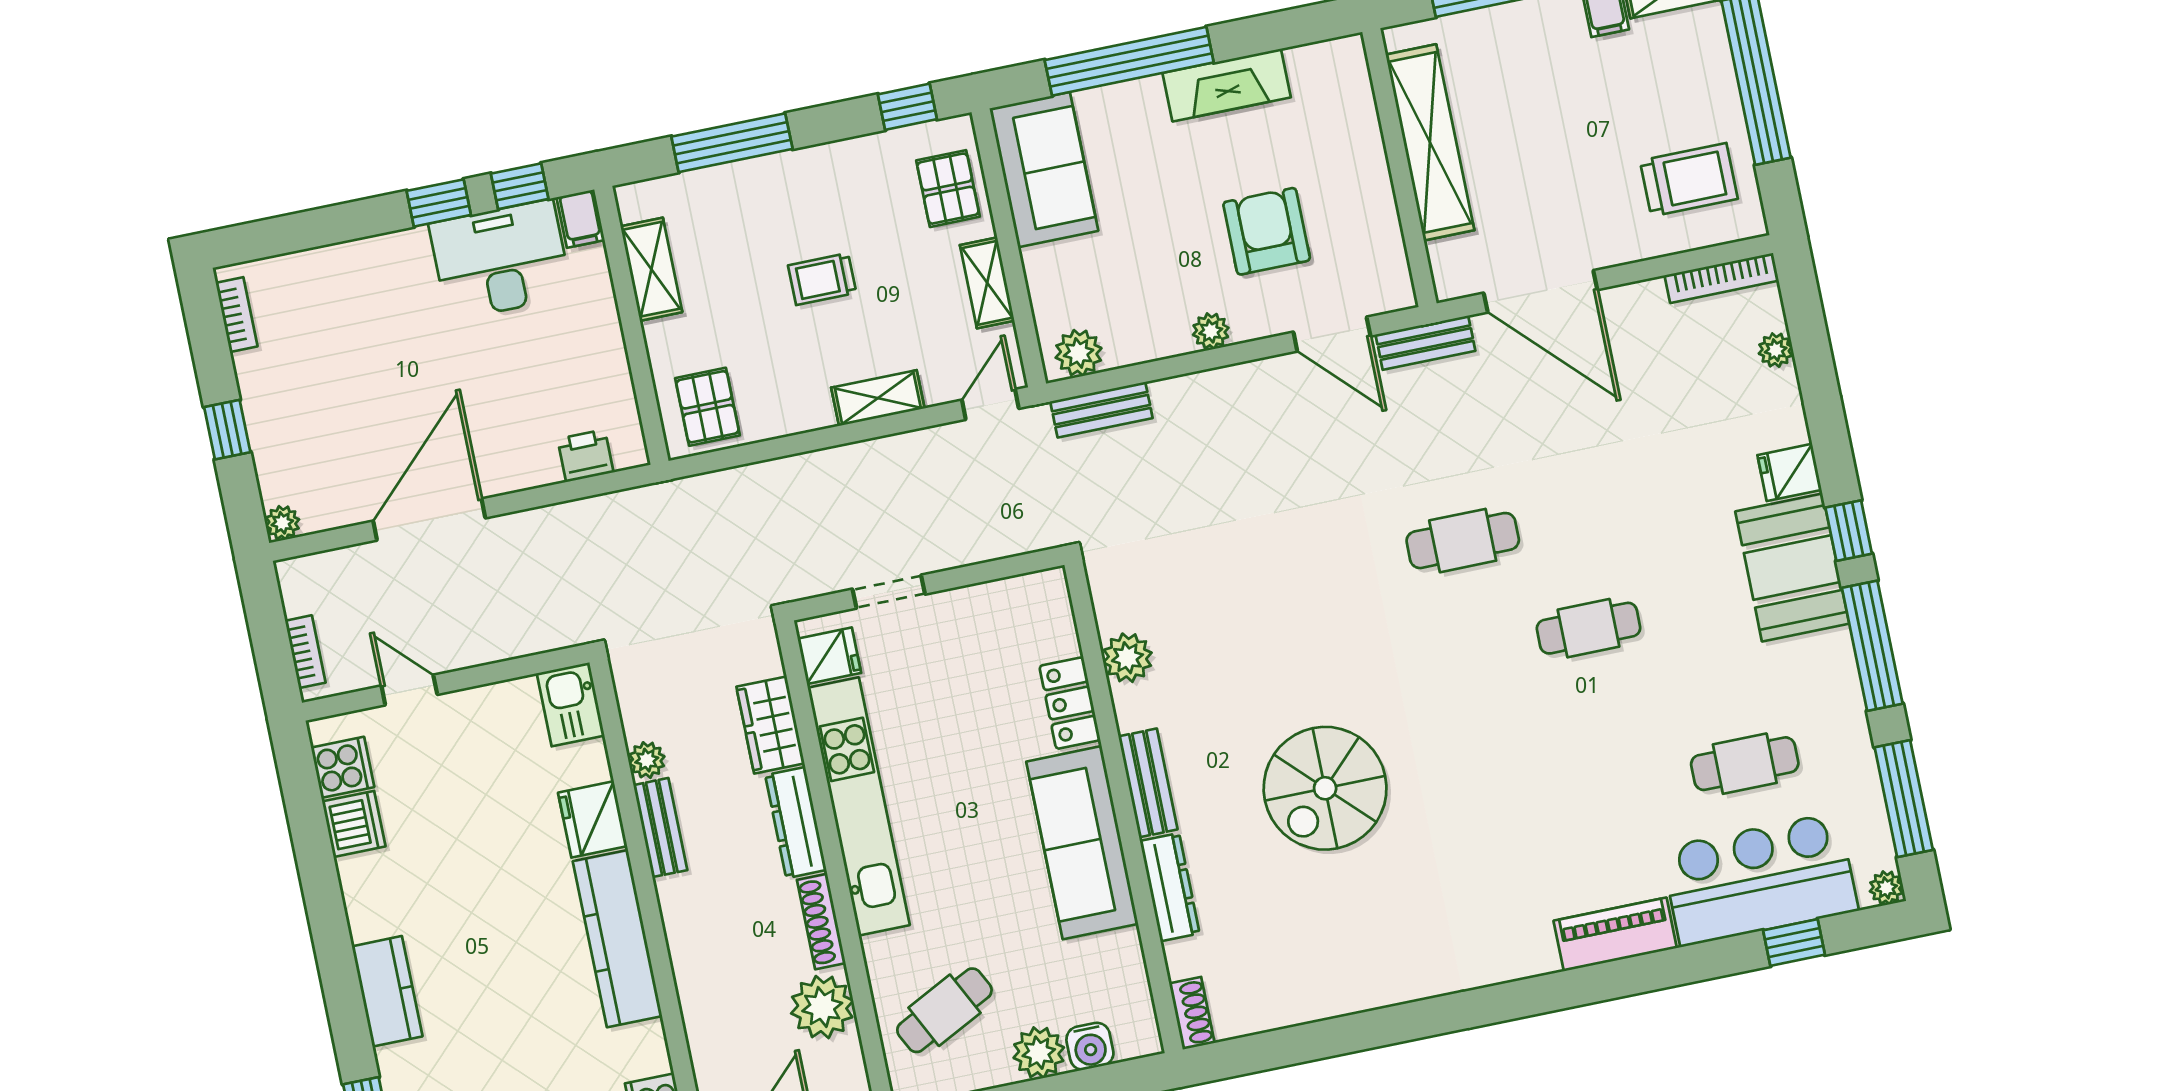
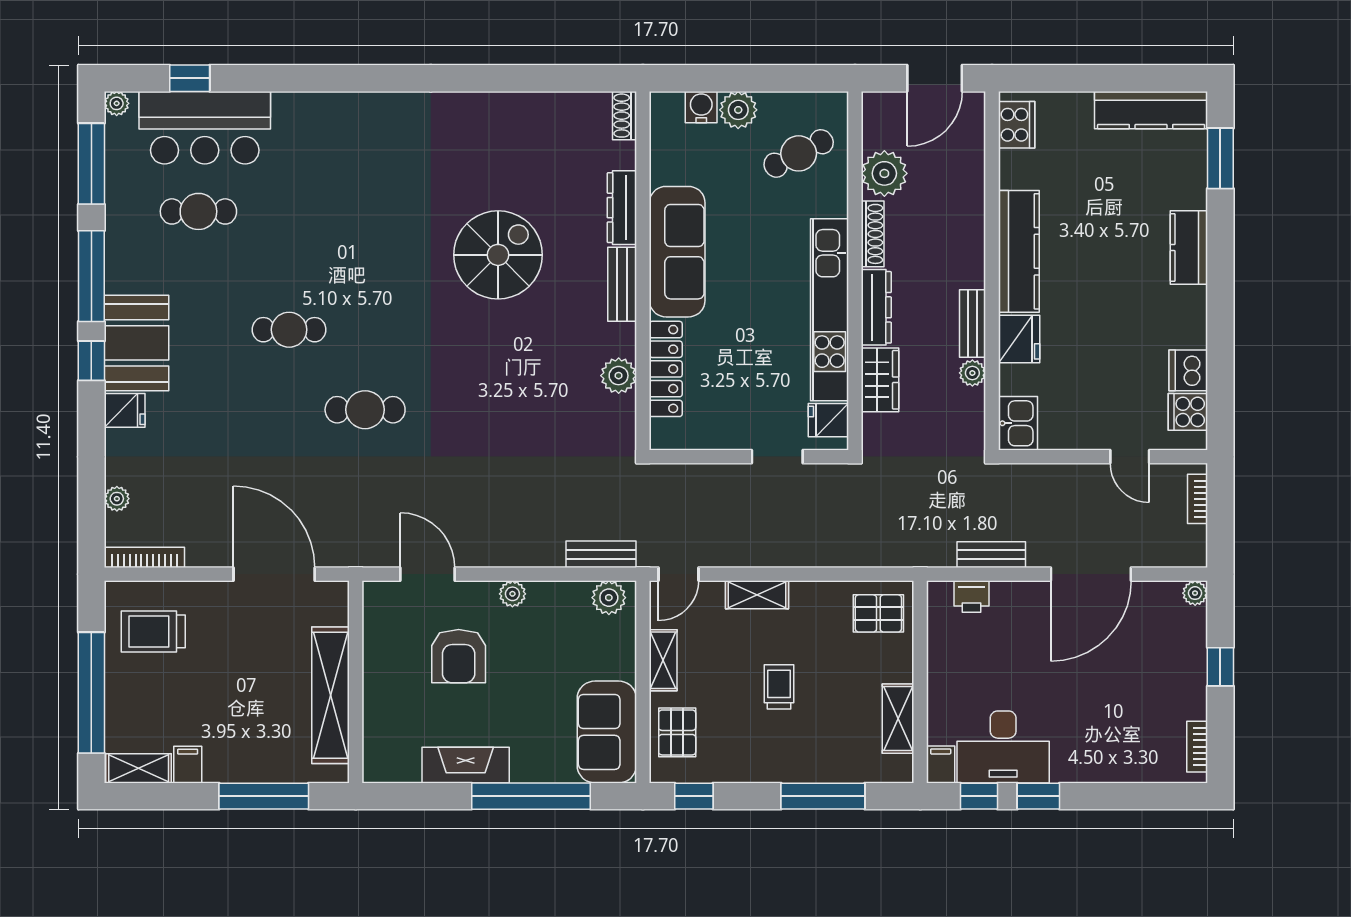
trolley: (822, 279) -> (779, 687), turned -90
bench: (1425, 343) -> (991, 555), moved
pallet: (707, 407) -> (878, 613), turned 90
locker: (1070, 703) -> (666, 369), width x1.53
piano: (1615, 934) -> (315, 110), removed

